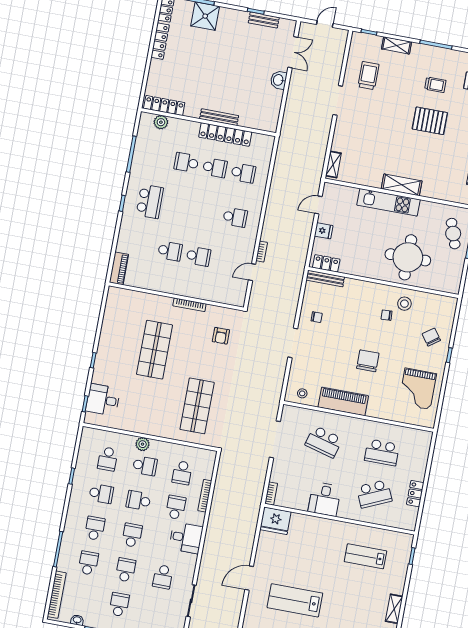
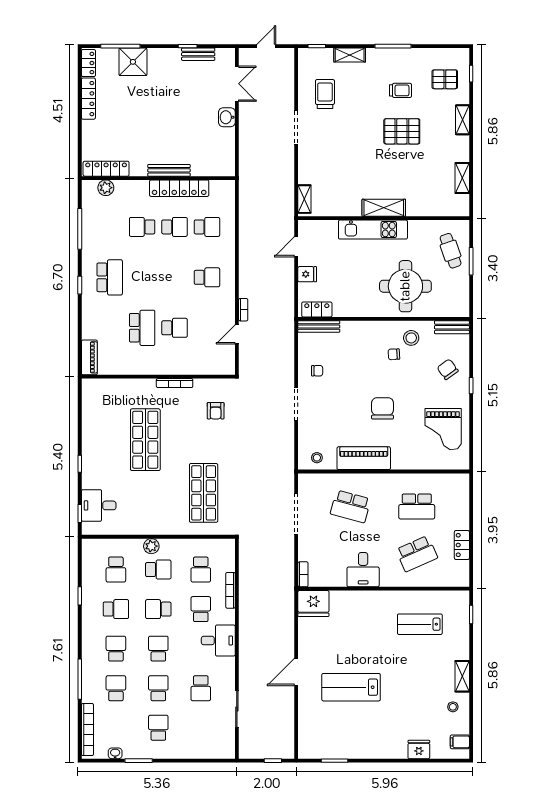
school desk: (170, 251) -> (142, 328), width x1.85
bench: (442, 301) -> (452, 327), added

